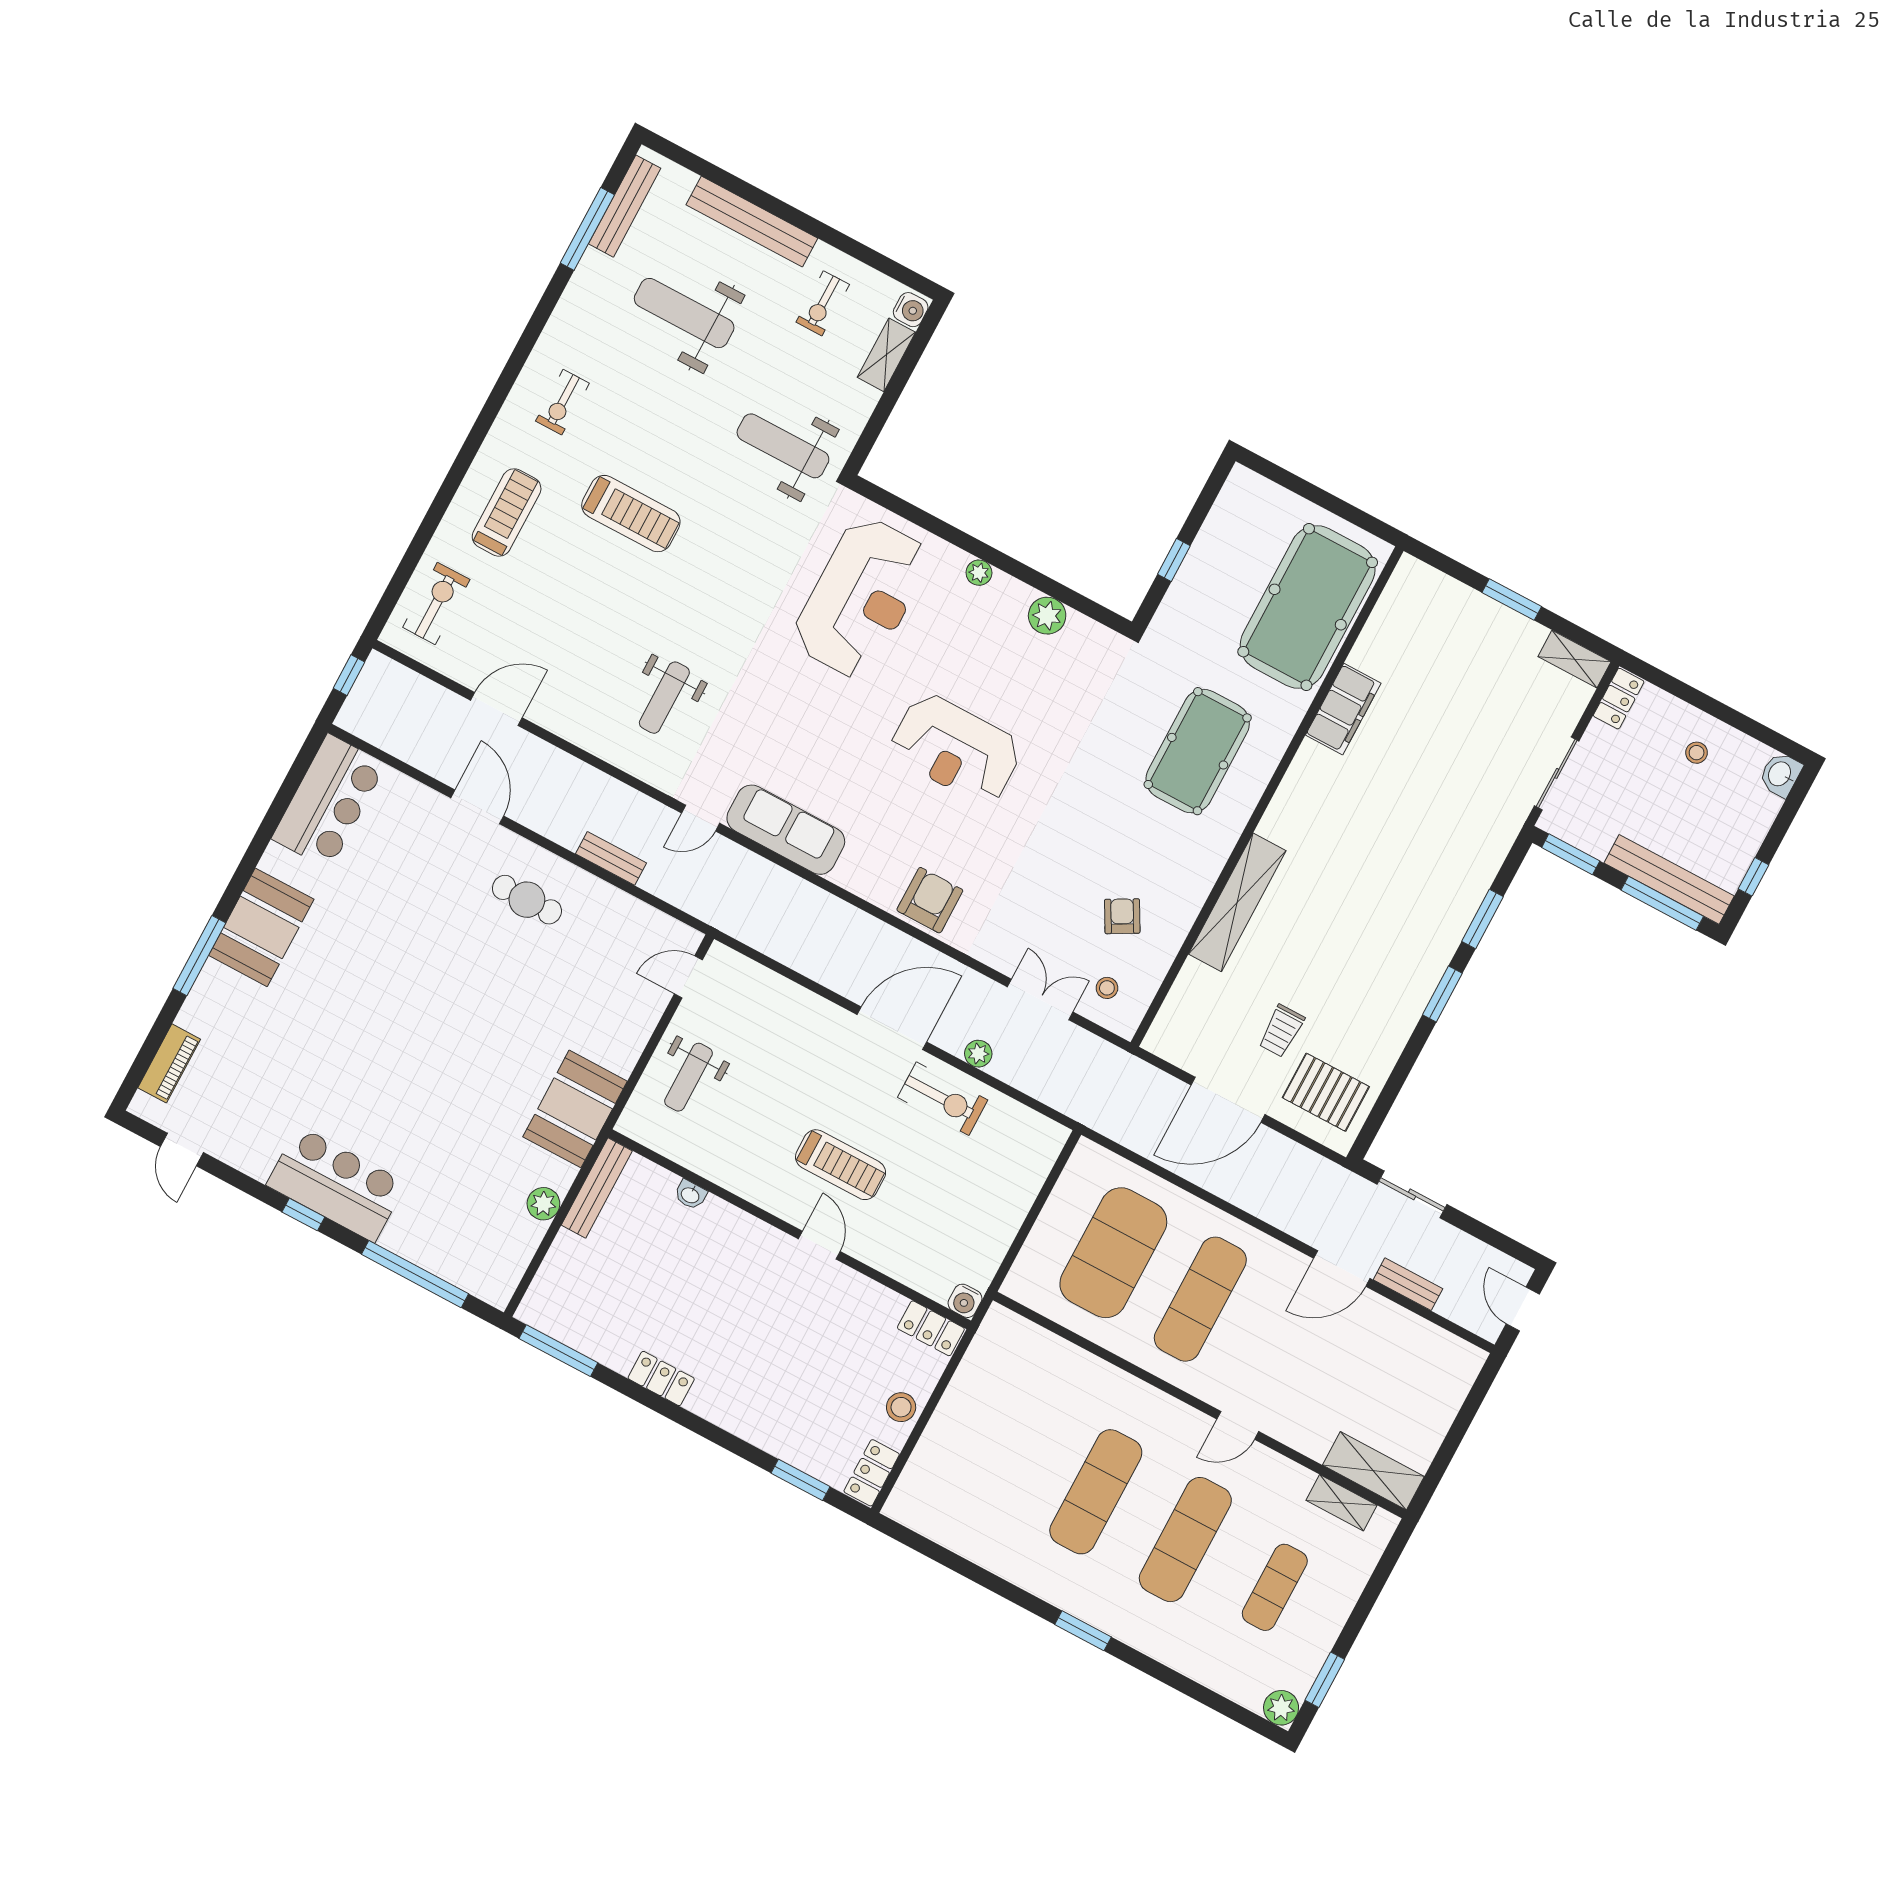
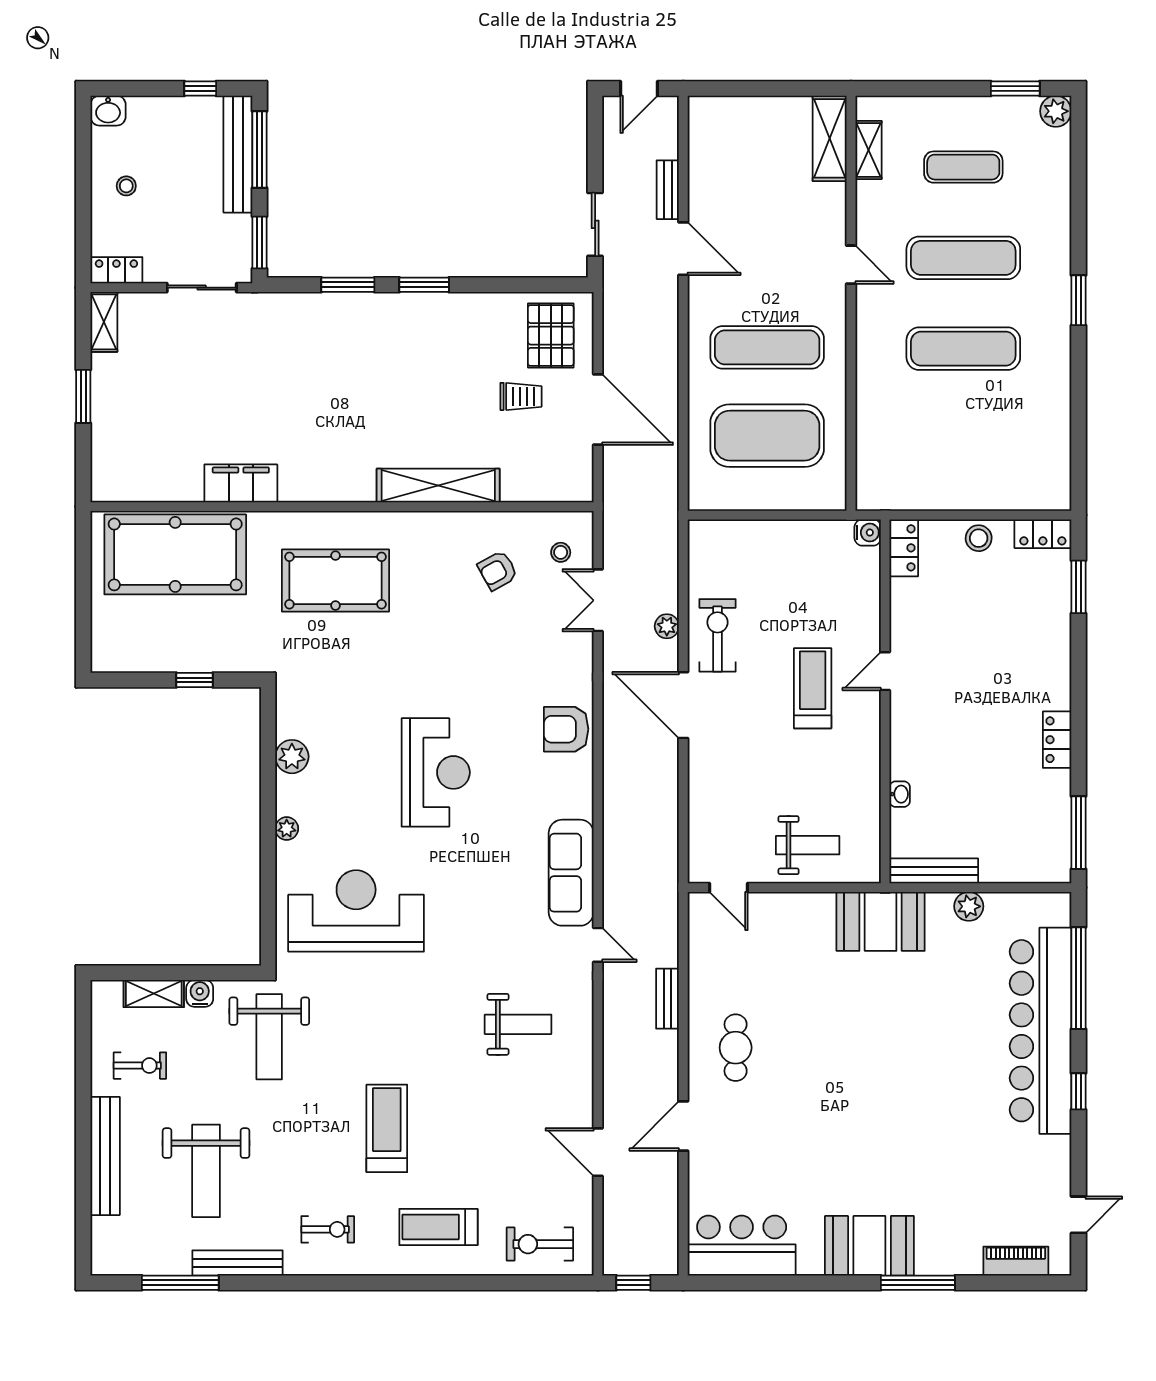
bench: (625, 206) -> (237, 1263), moved
water cooler: (911, 310) -> (200, 993), moved
bar counter: (336, 1184) -> (1041, 1031), width x1.86

